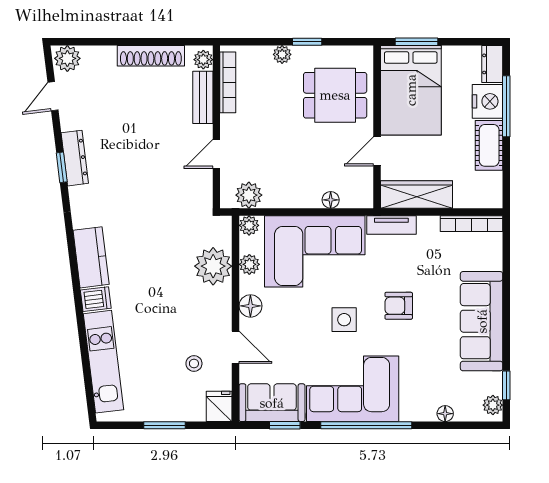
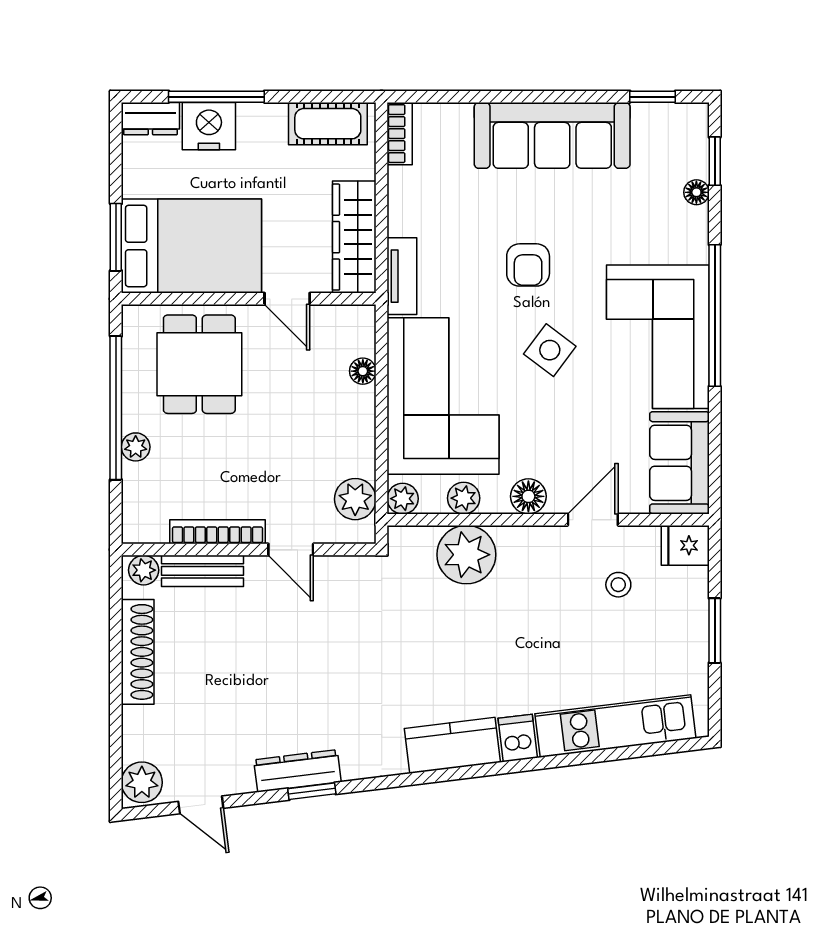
window: (307, 42) -> (116, 408), width x3.17
bookcase: (228, 82) -> (217, 532), moved
cot: (489, 145) -> (328, 124), moved
bookcase: (472, 224) -> (400, 134), width x0.64
side table: (344, 320) -> (550, 350), turned 37
plant: (493, 405) -> (683, 118), removed
window: (285, 425) -> (715, 161), moved

